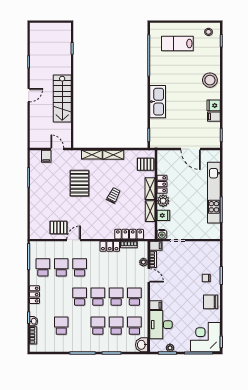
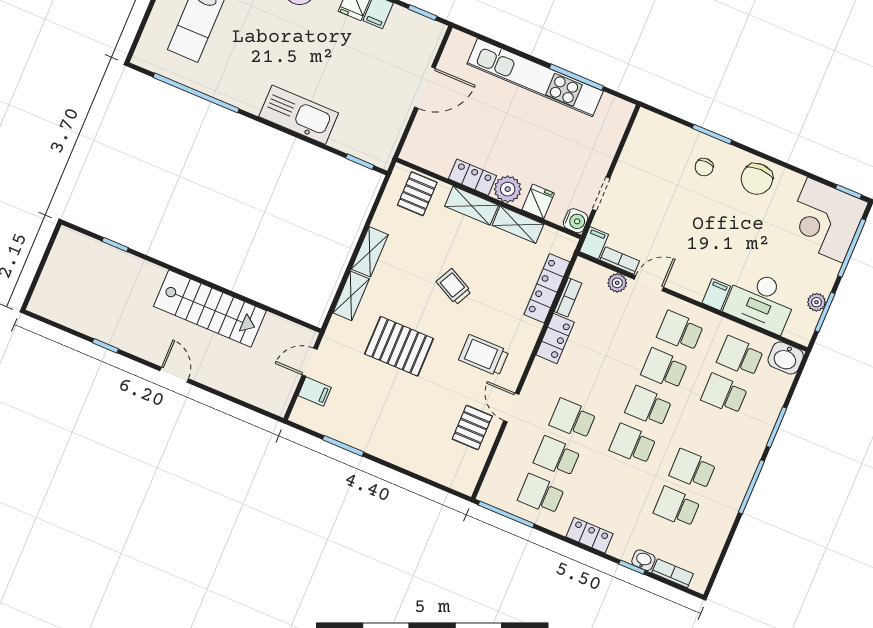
trolley: (90, 220) -> (484, 355), added
school desk: (98, 326) -> (693, 469), moved

